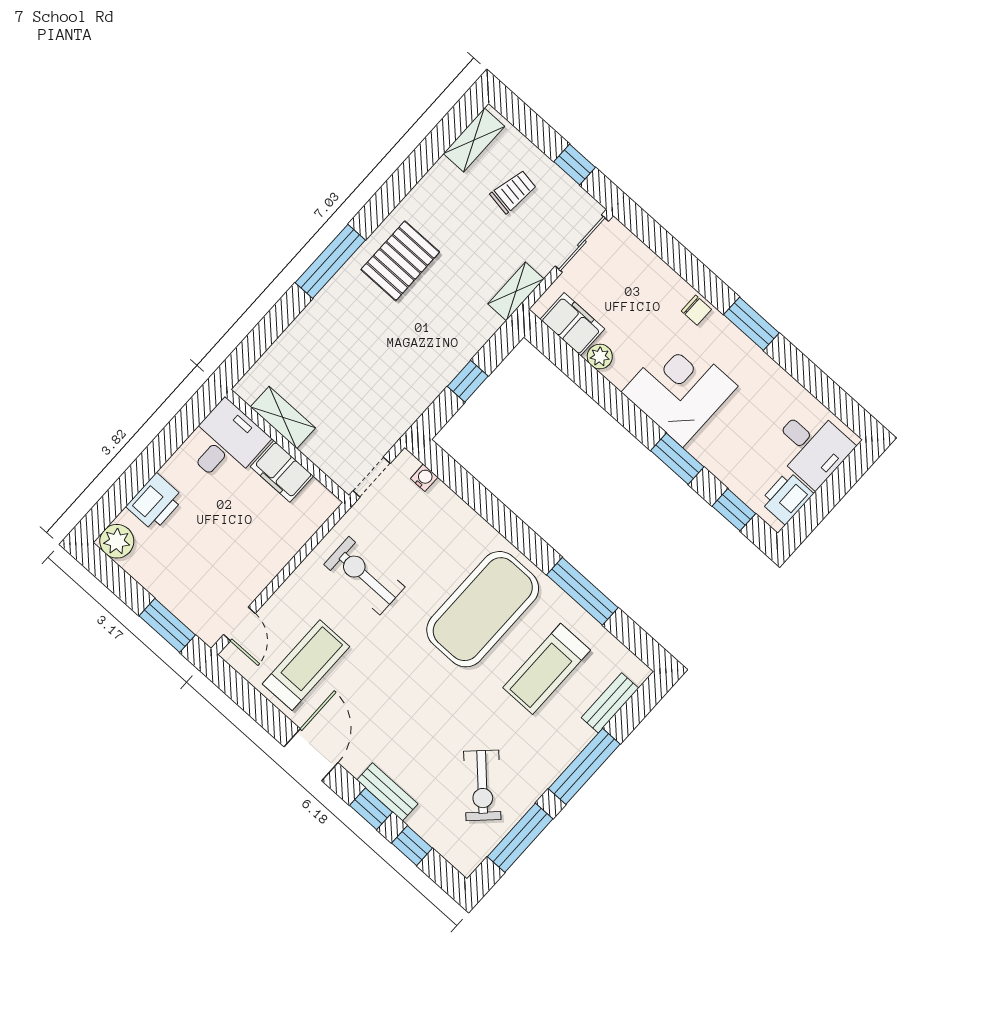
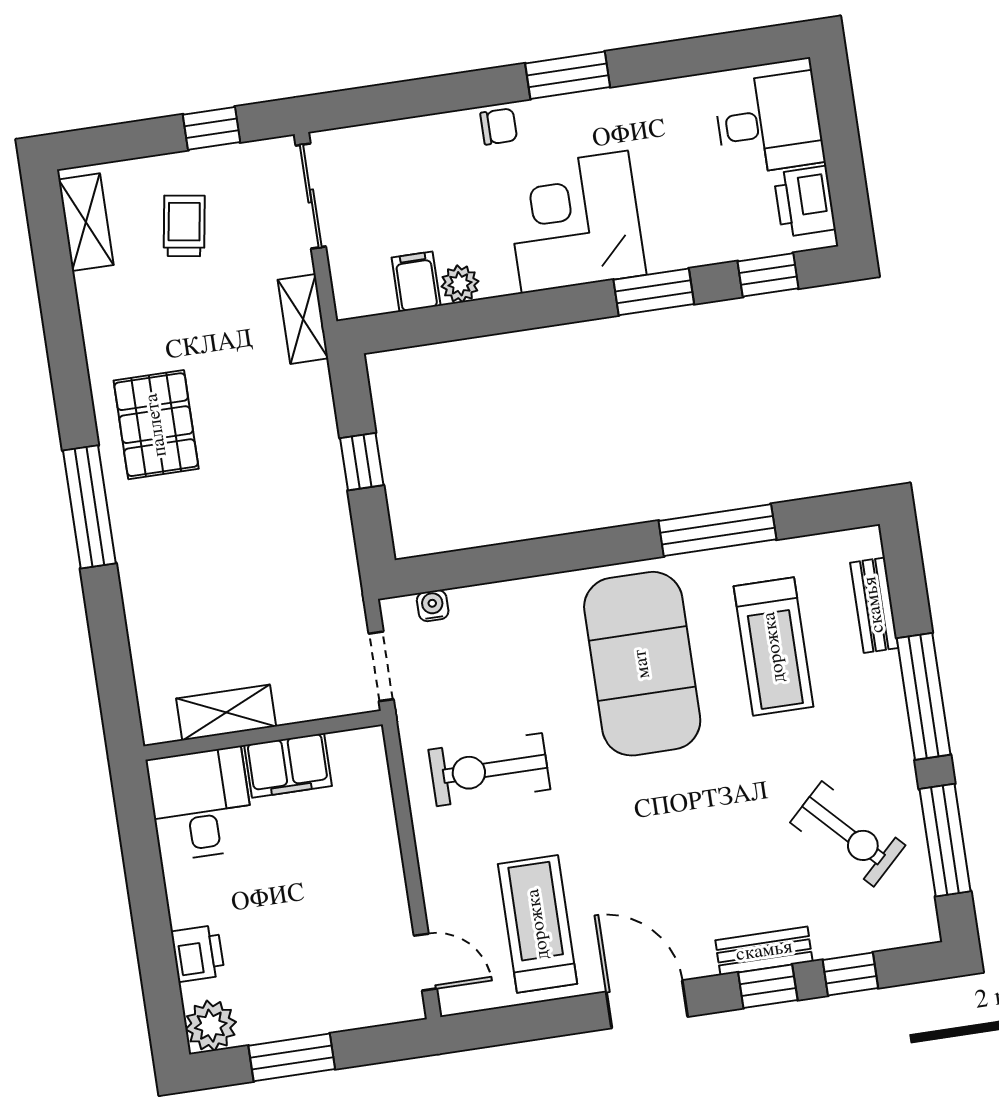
filing cabinet: (572, 324) -> (416, 282), width x0.50
printer: (155, 502) -> (198, 953), width x0.73, depth x0.81
window: (167, 625) -> (292, 1057), moved

